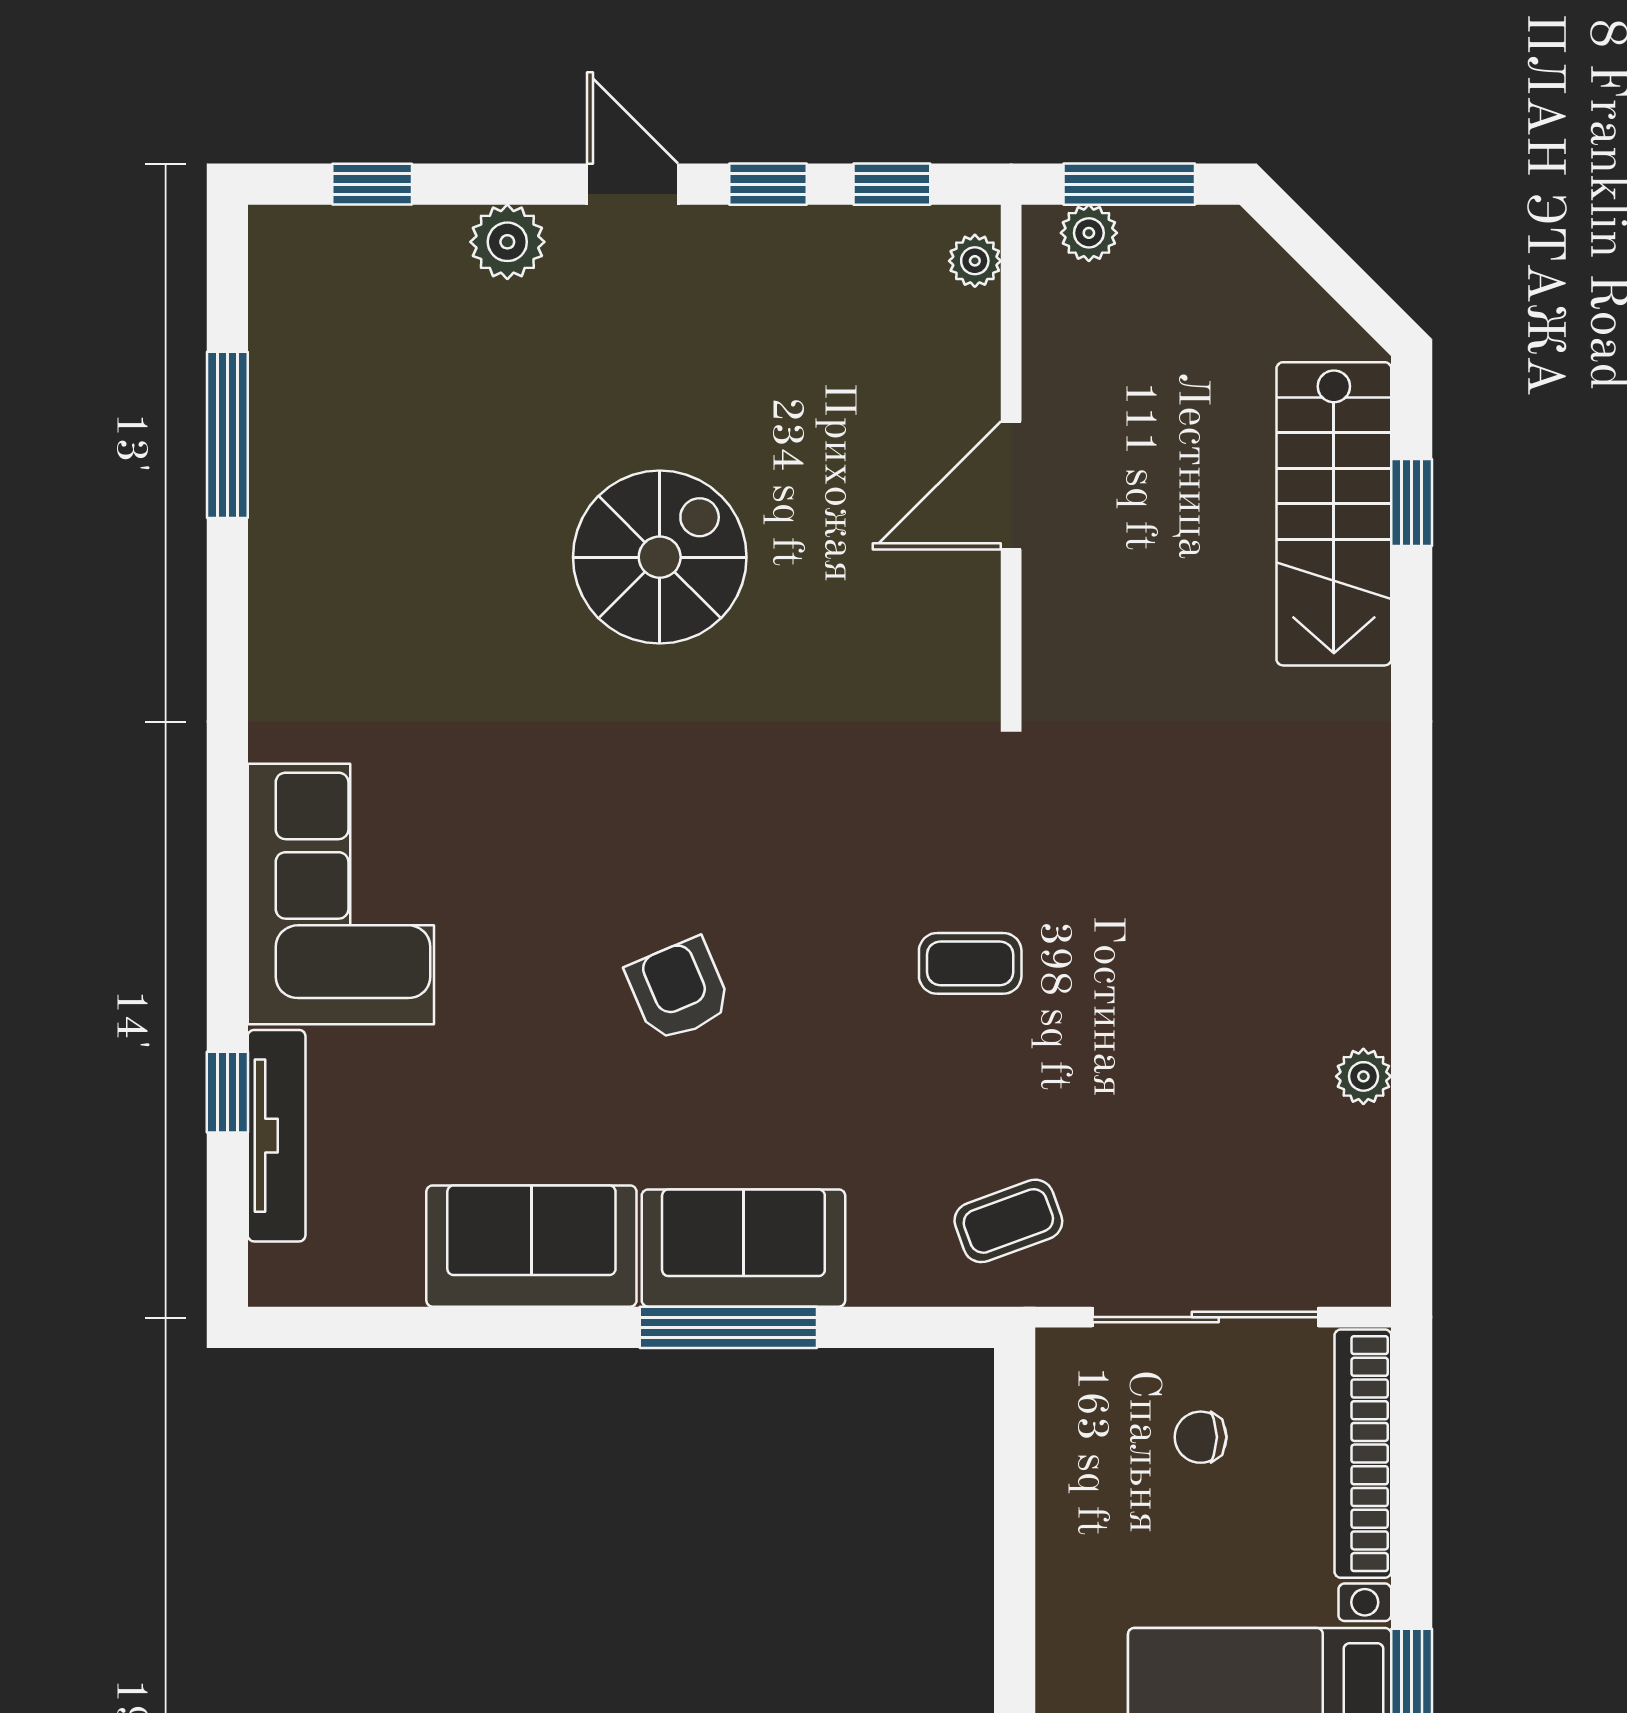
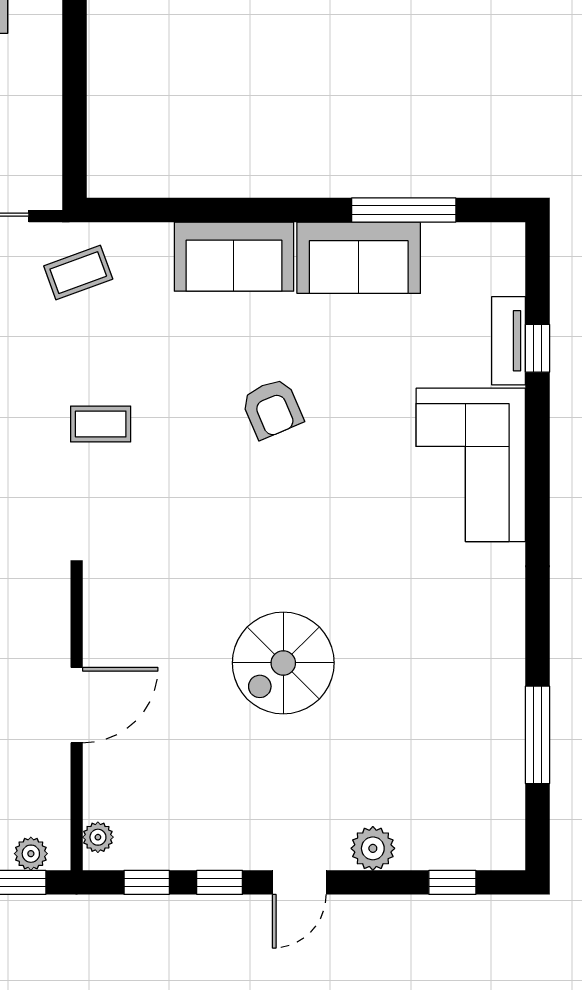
door: (632, 184) -> (299, 882), hinge flipped
tv unit: (277, 1136) -> (509, 341), width x0.71
window: (728, 1327) -> (404, 210), moved

